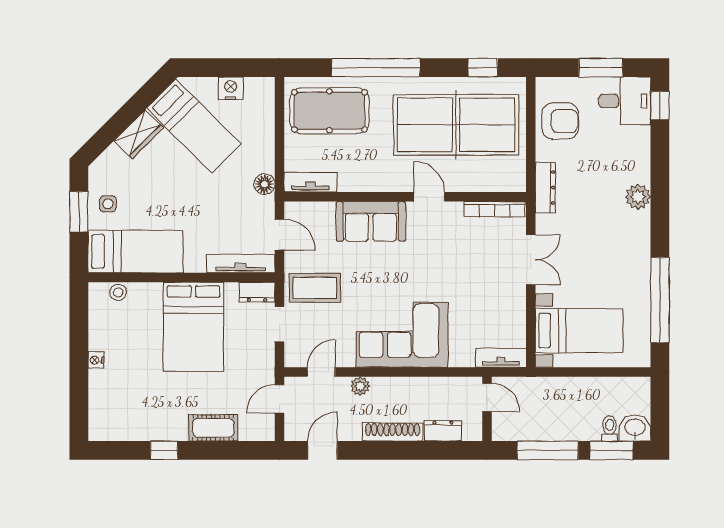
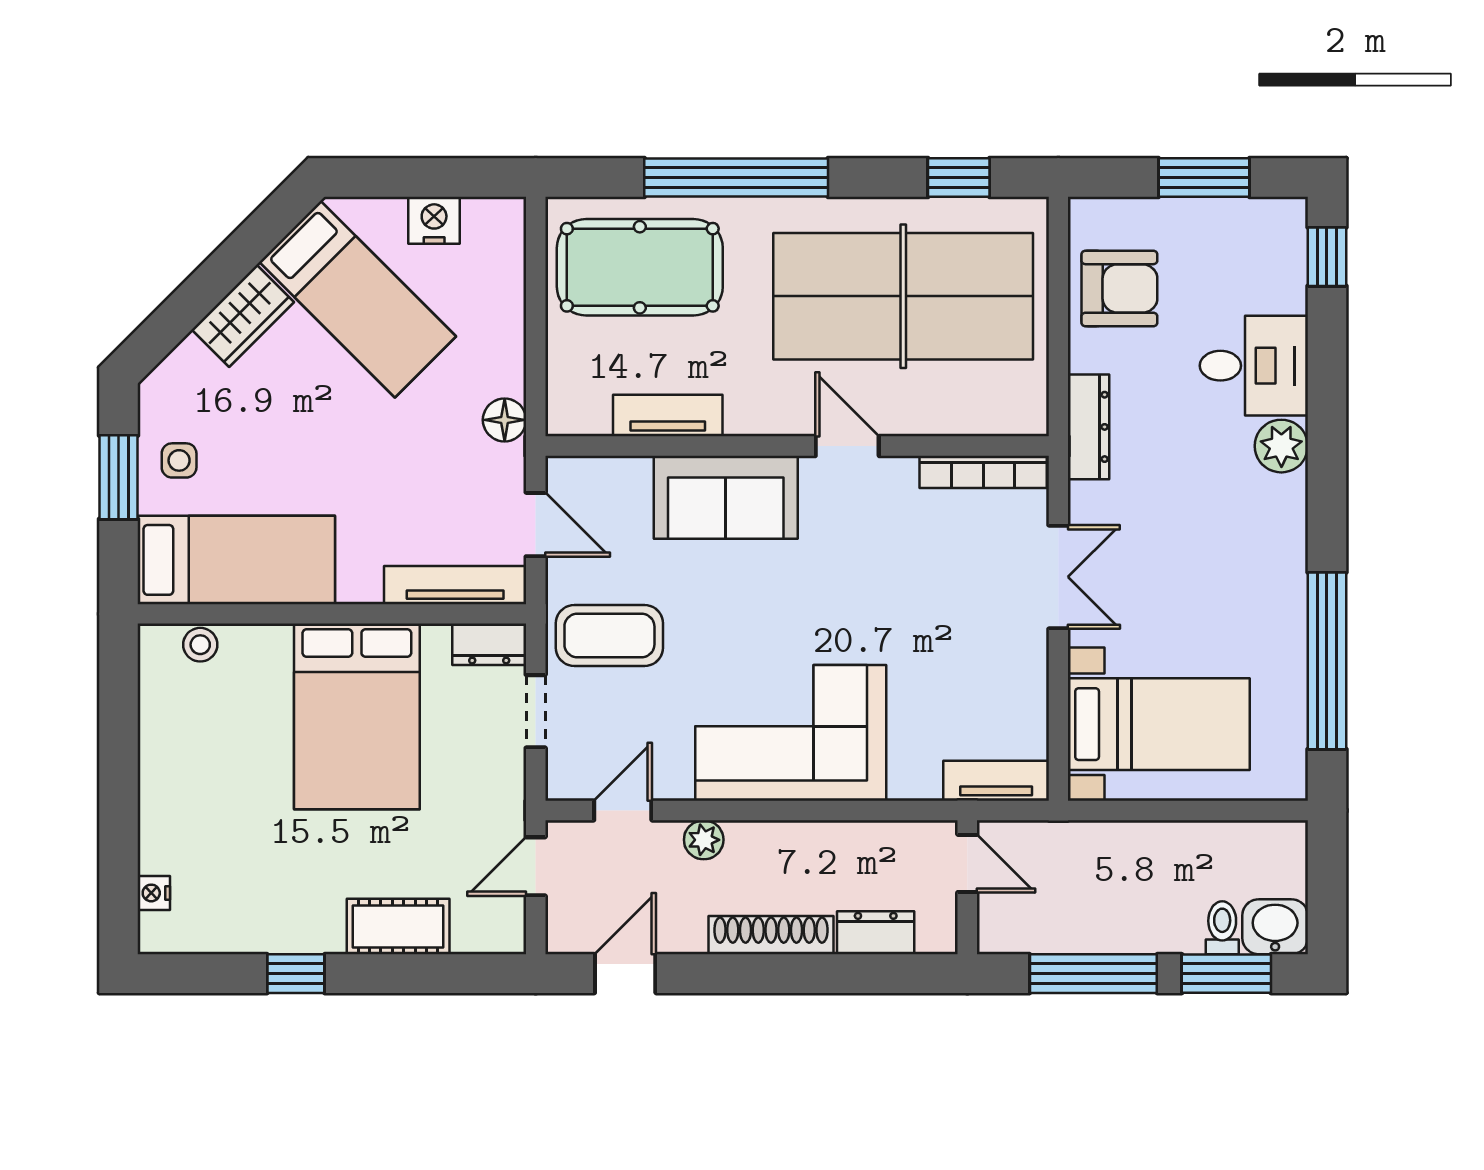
desk: (625, 101) -> (1254, 366), moved
tv unit: (310, 182) -> (668, 416), moved
nightstand: (96, 360) -> (154, 893), moved

